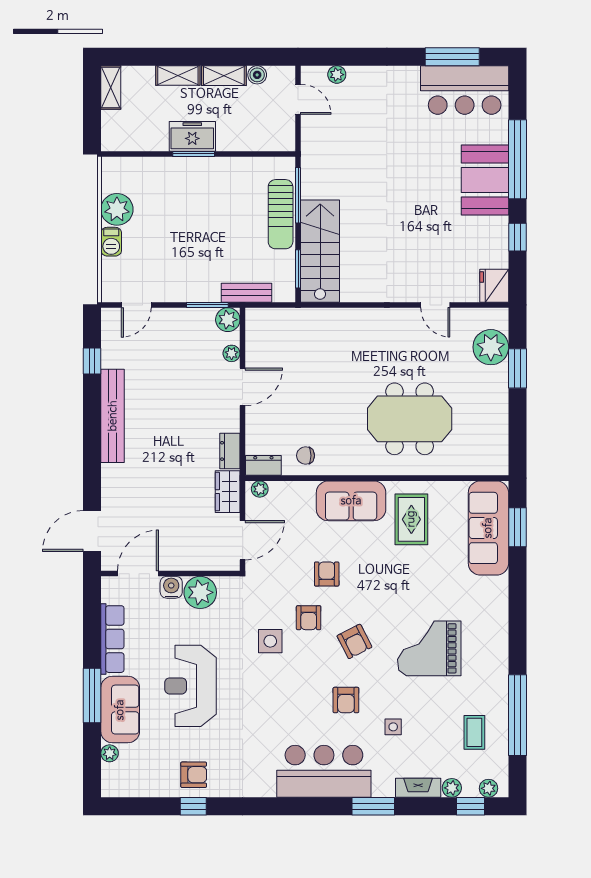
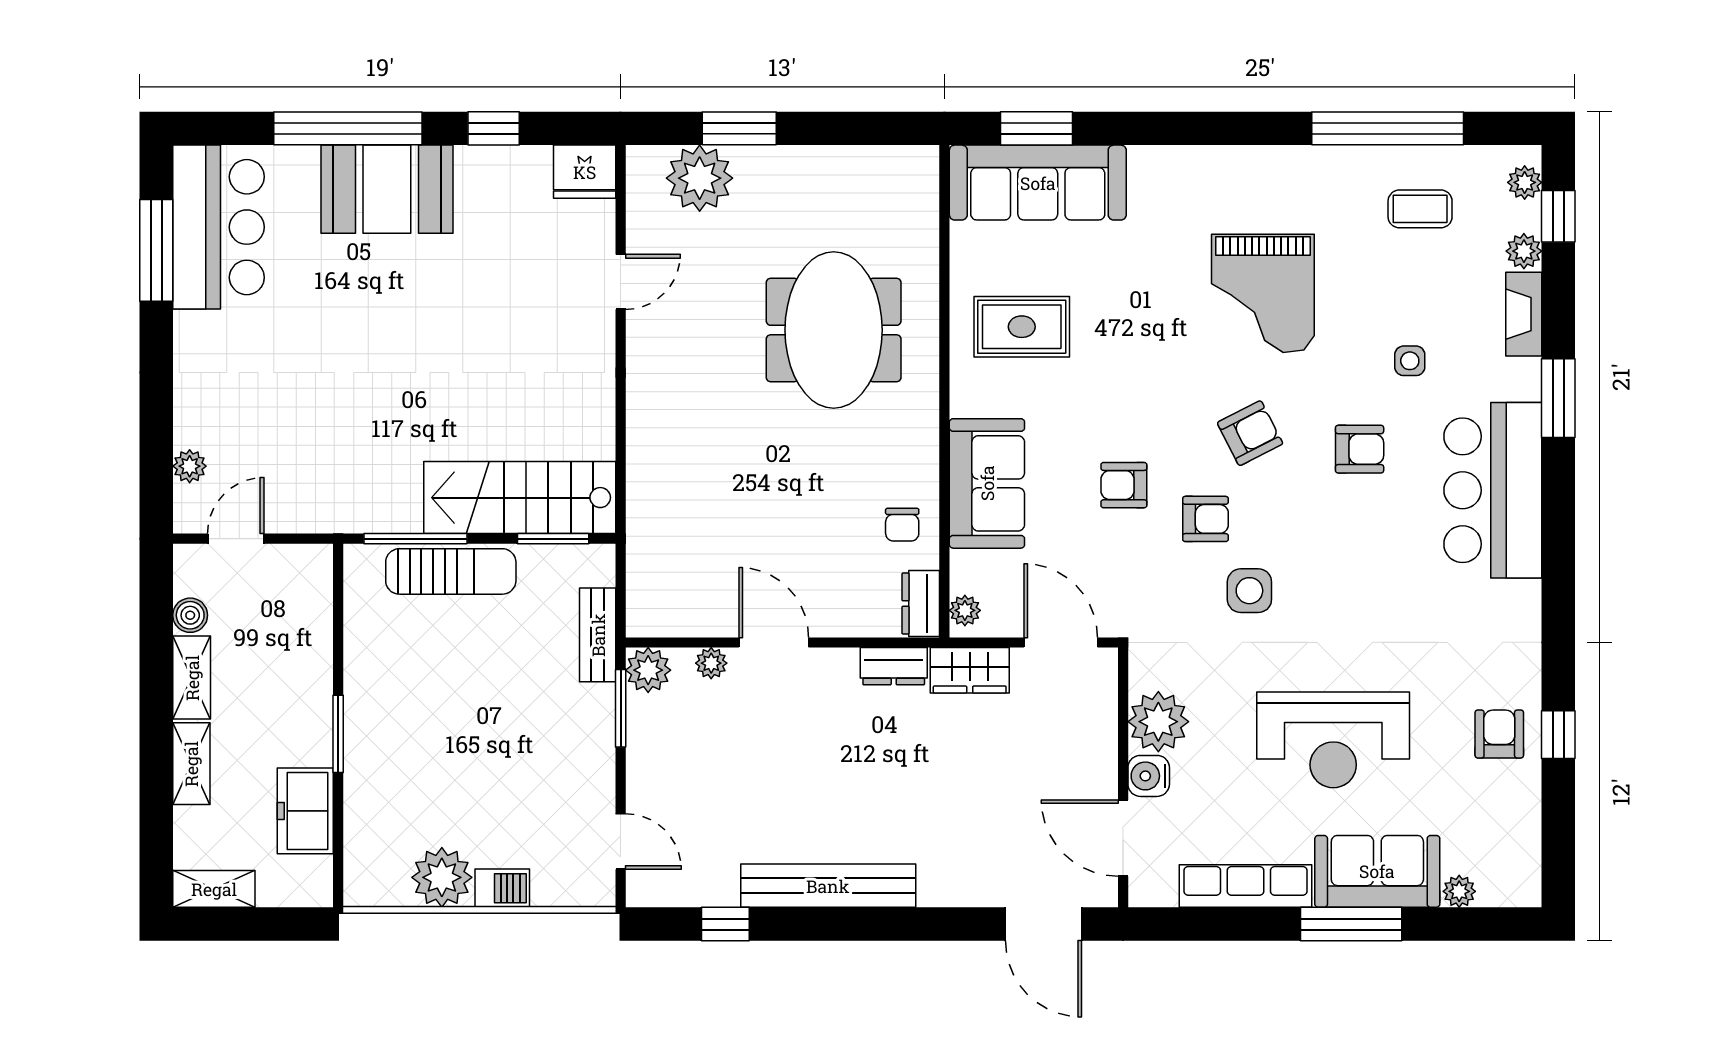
freezer: (192, 136) -> (305, 811), moved
sofa: (351, 501) -> (987, 483), moved

